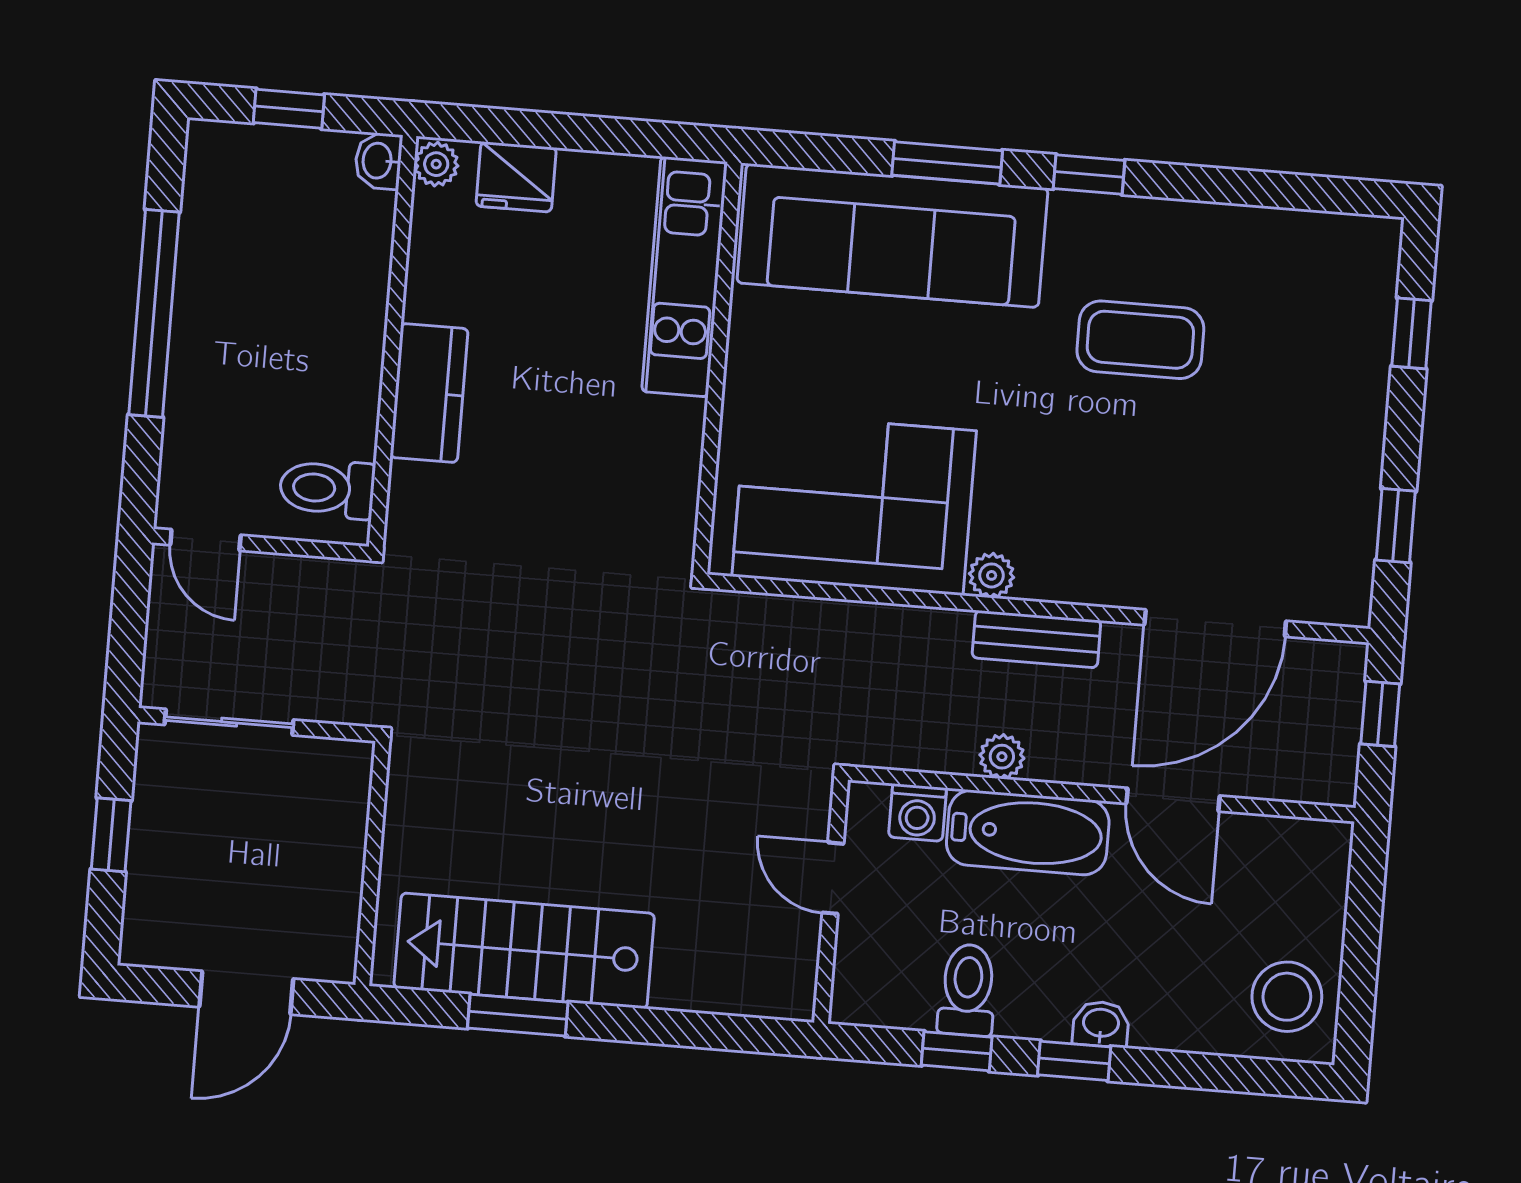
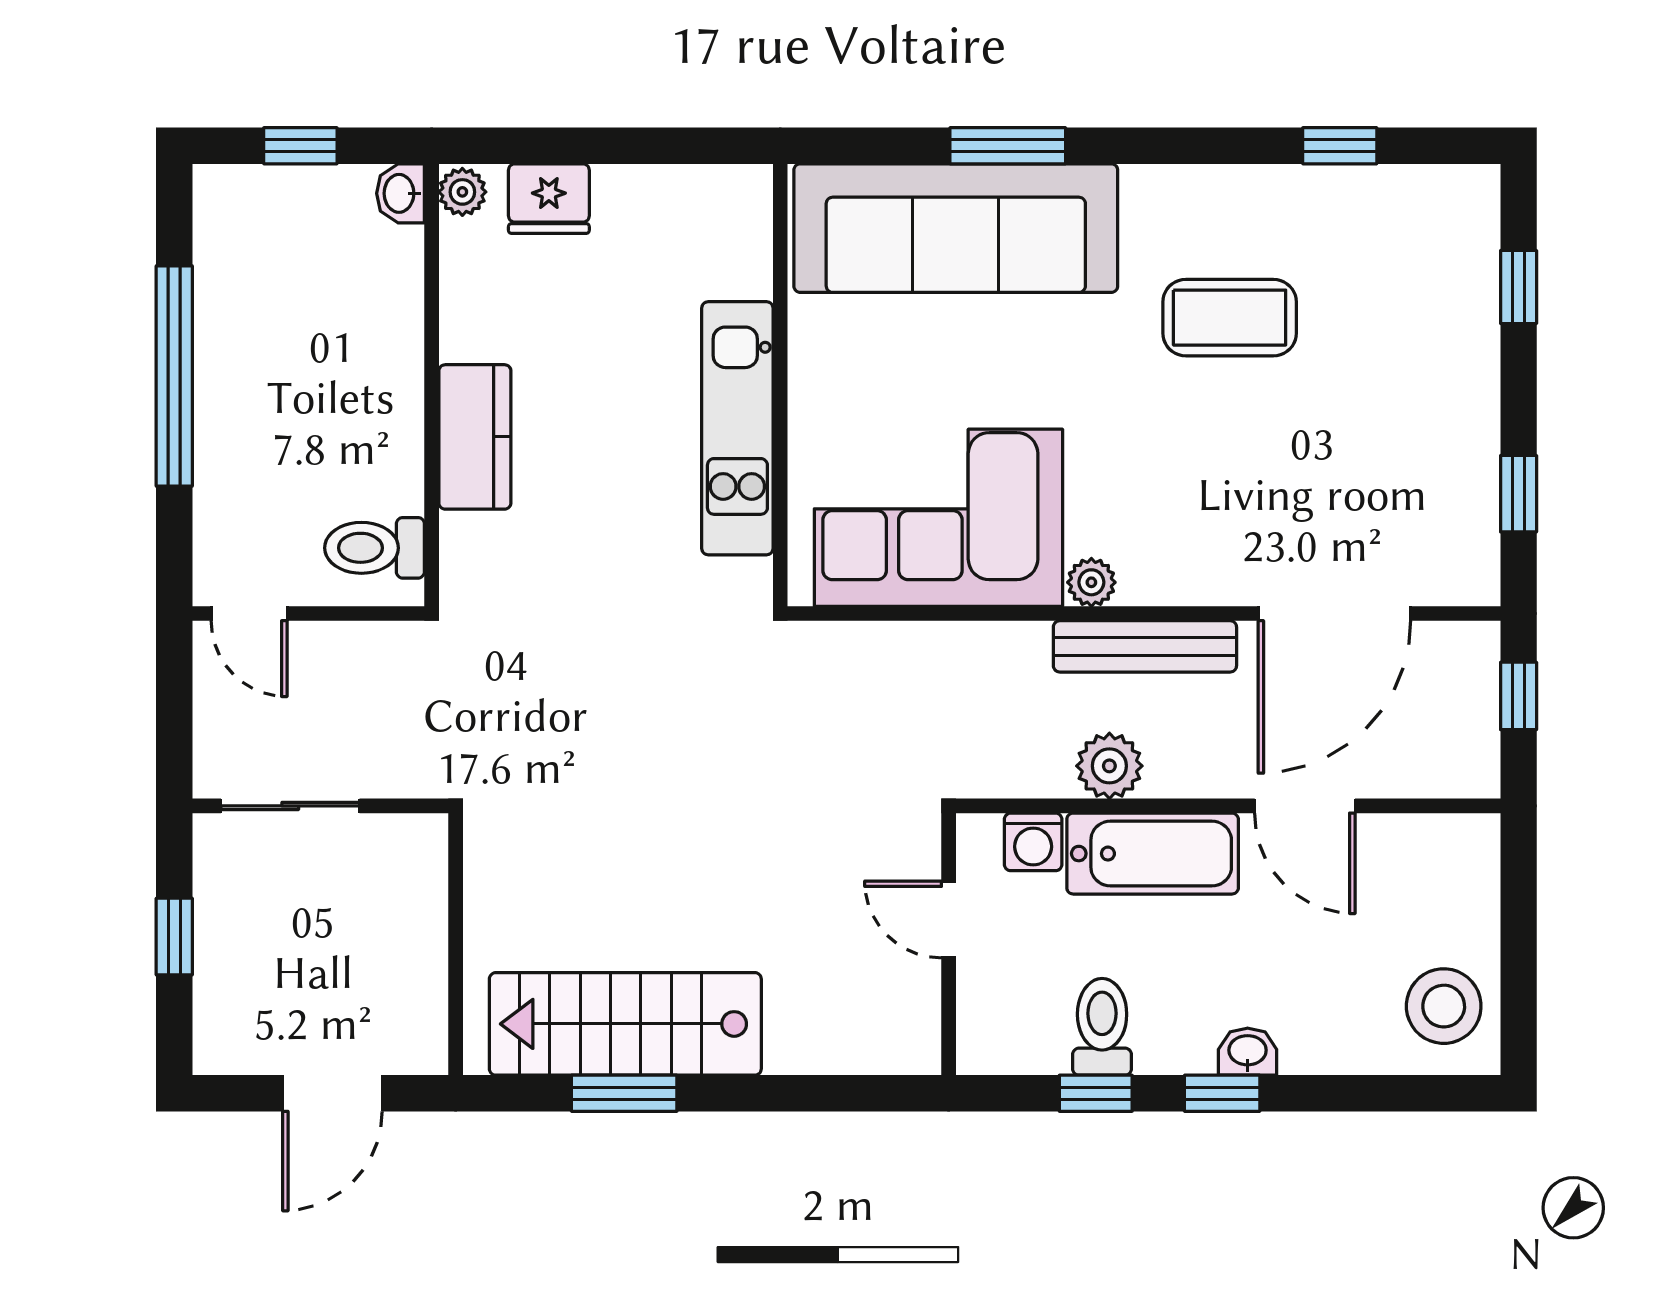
window: (1089, 175) -> (1340, 146), moved
kitchen unit: (685, 277) -> (737, 428), moved
bench: (1036, 639) -> (1145, 646), width x1.36
plant: (1002, 757) -> (1109, 766), width x1.38, depth x1.38

